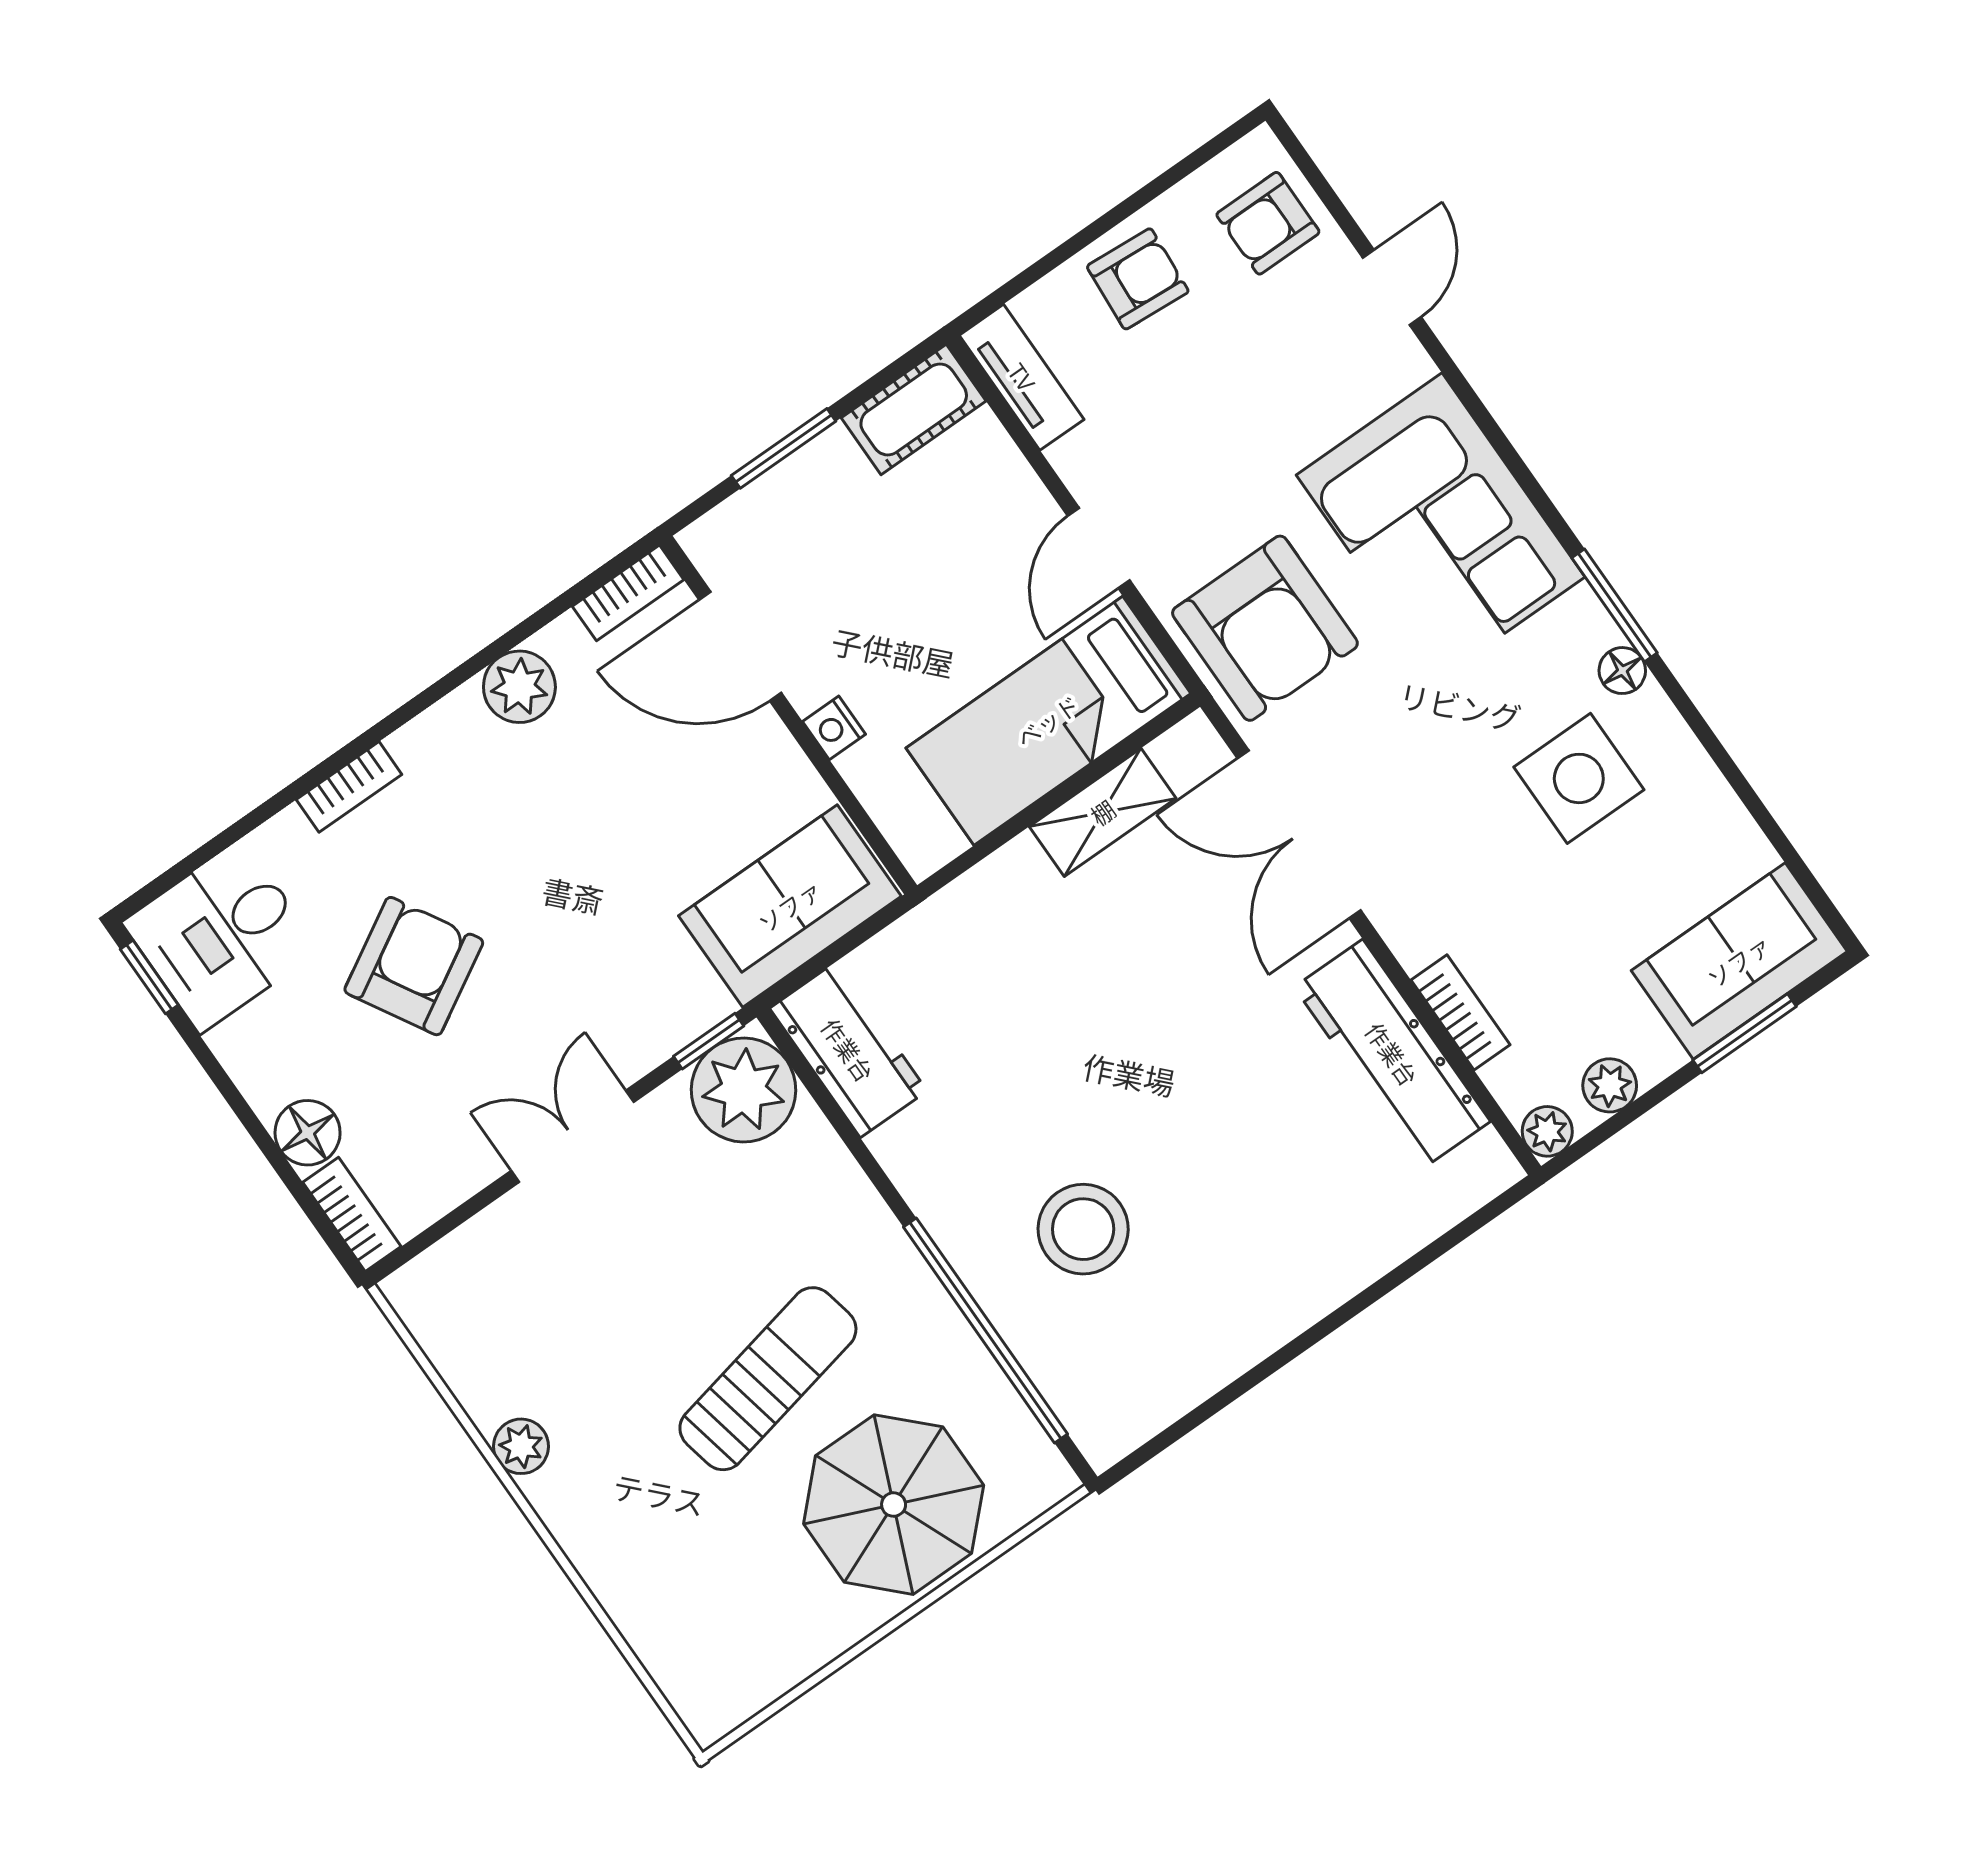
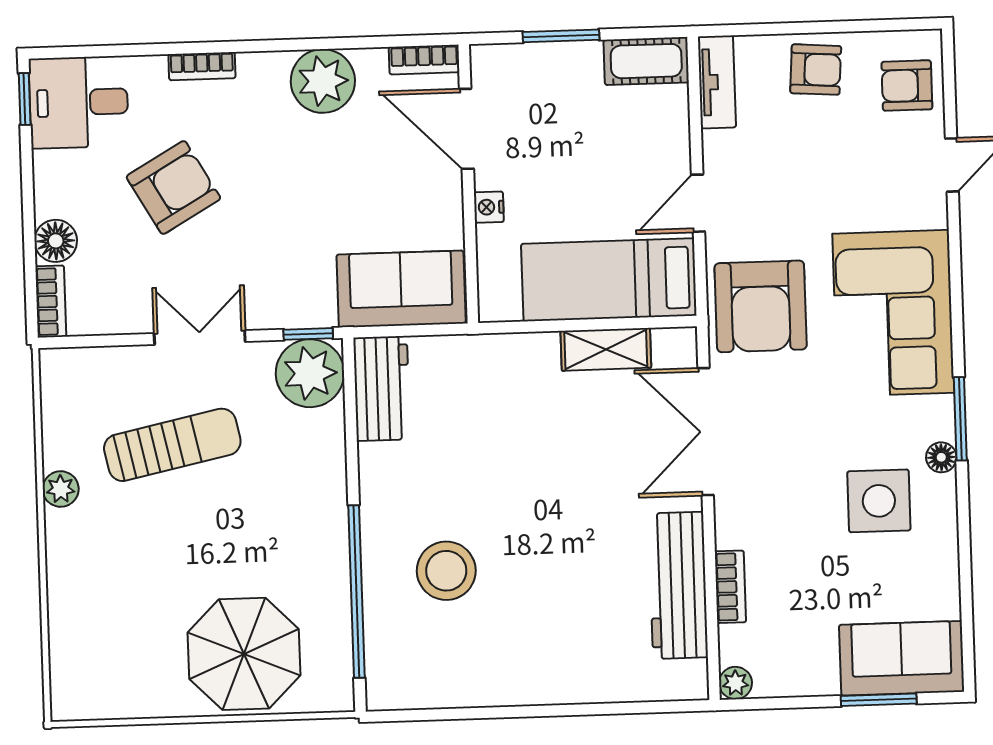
plant: (519, 687) -> (323, 81), width x1.36, depth x1.36
plant: (1610, 1085) -> (786, 680), removed
sun lounger: (768, 1379) -> (172, 445), moved

